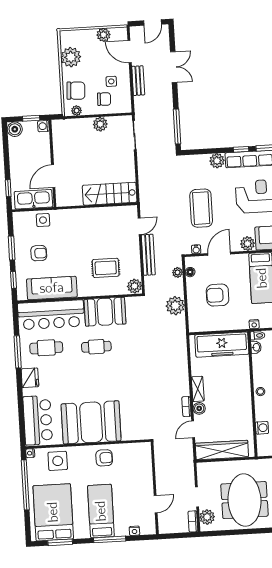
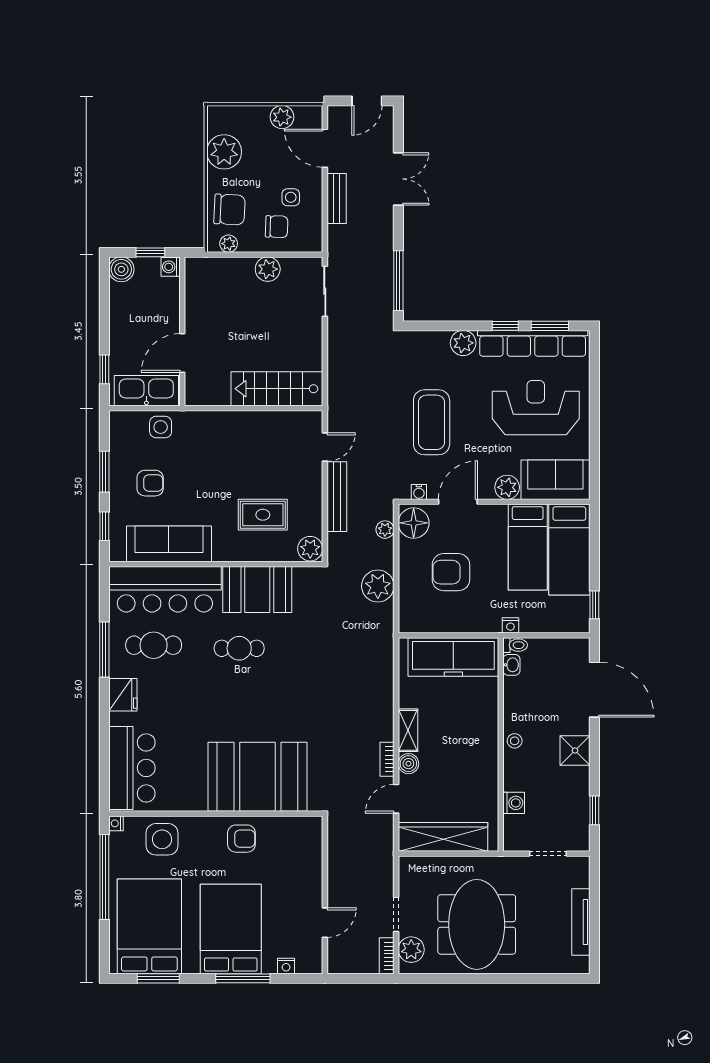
floor lamp: (190, 272) -> (414, 523), width x1.89, depth x1.89
booth: (91, 422) -> (258, 777), moved
bed: (101, 511) -> (231, 929), width x1.50

